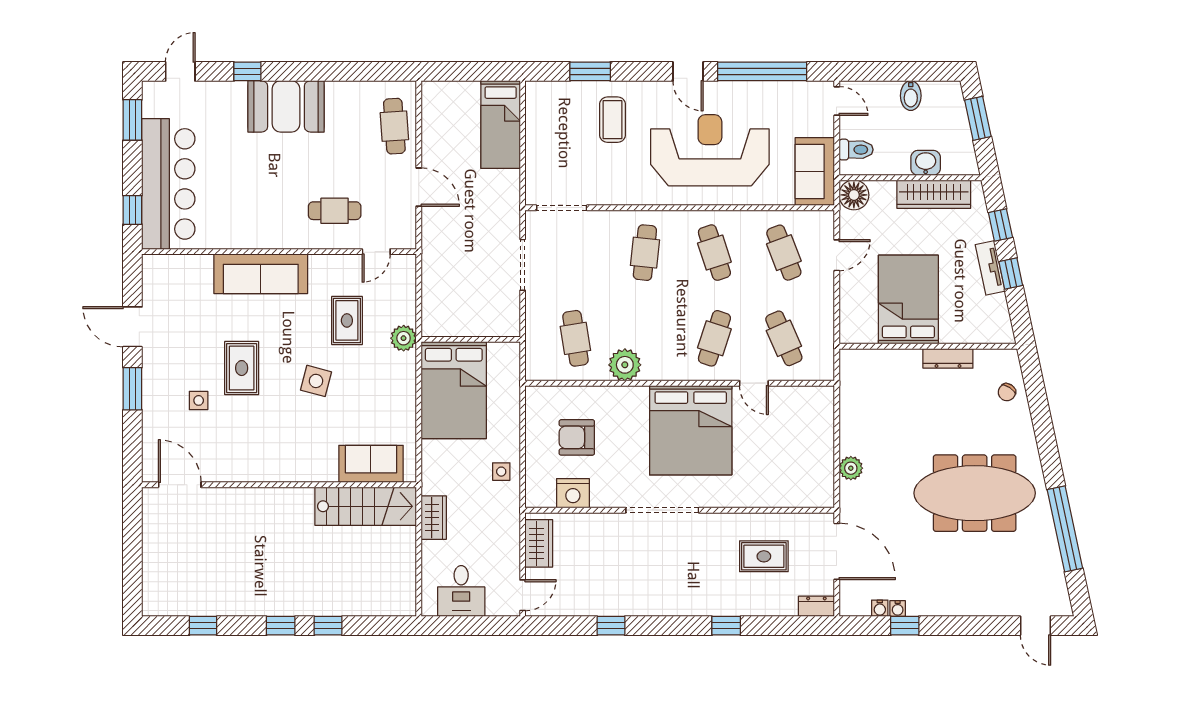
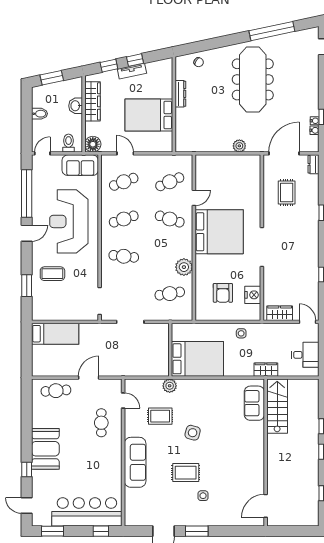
sofa: (371, 464) -> (254, 403), moved
door: (180, 485) -> (266, 506), moved
wall: (279, 485) -> (266, 453), moved
stairs: (366, 506) -> (277, 406), moved

